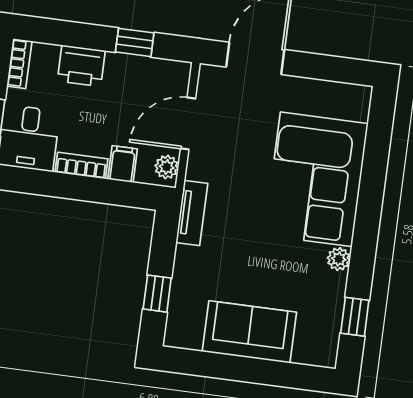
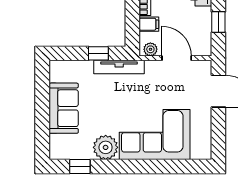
tv unit: (192, 213) -> (119, 67), width x1.41
plant: (339, 259) -> (106, 147), width x1.88, depth x1.88
window: (157, 294) -> (98, 53), moved

